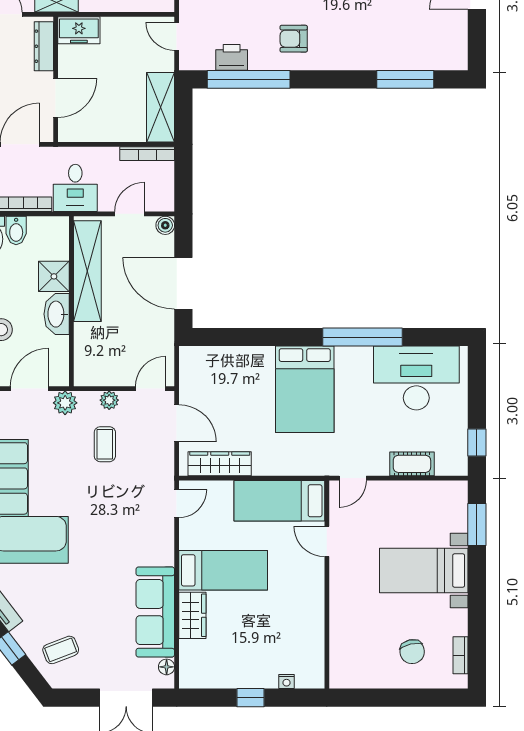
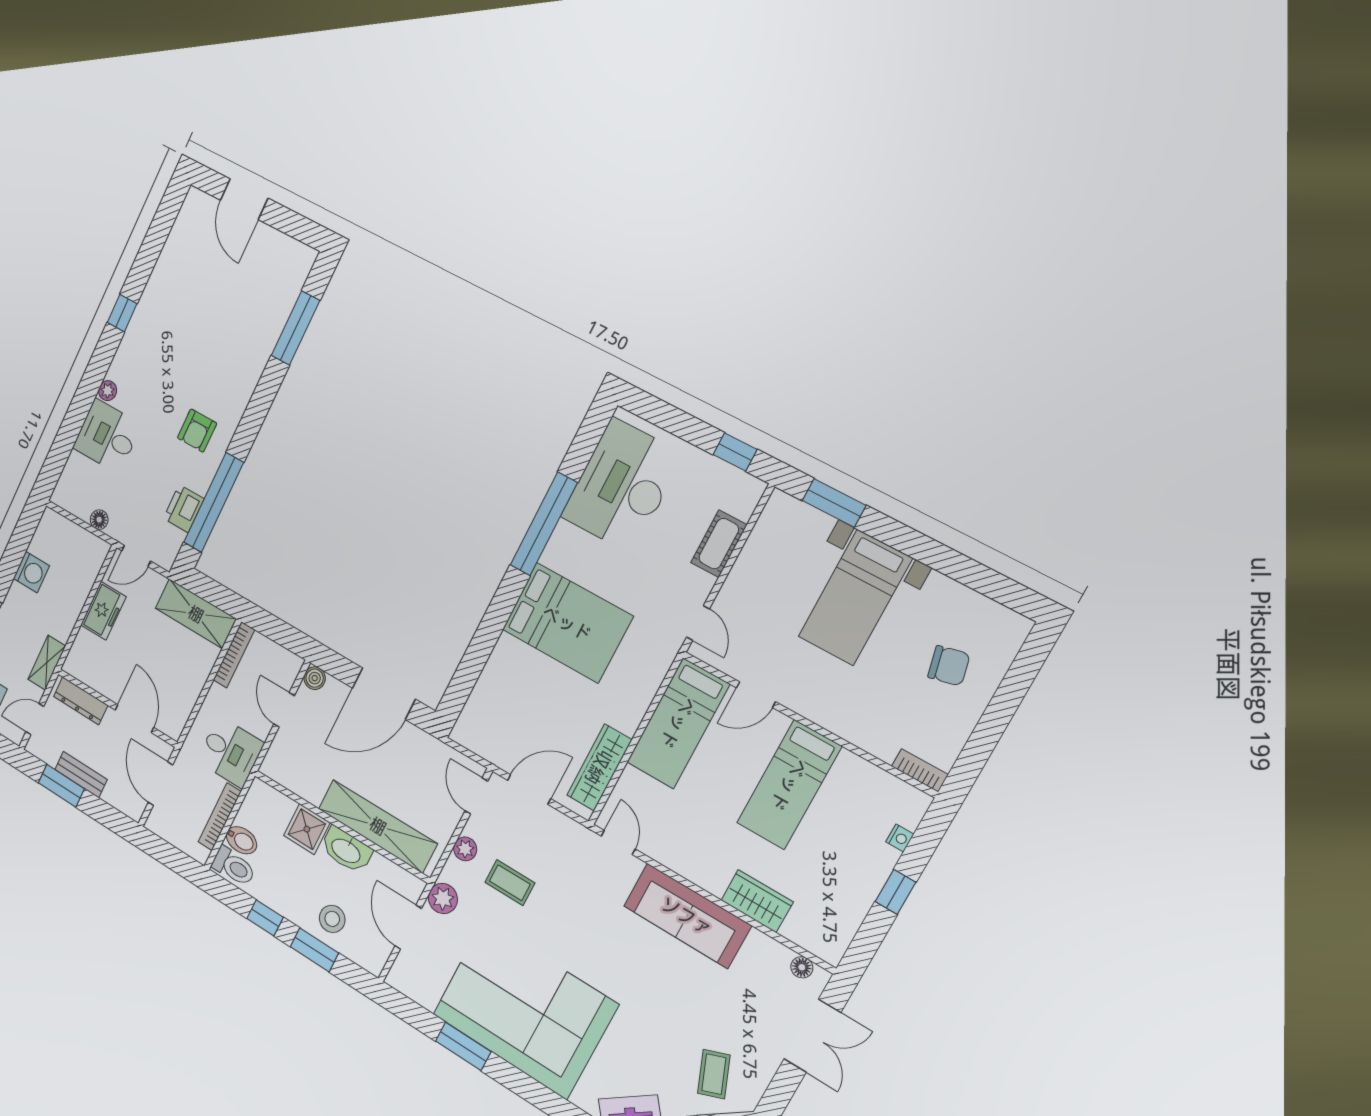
freezer: (79, 30) -> (103, 611), moved
shelving: (87, 271) -> (378, 826), moved
bed: (223, 570) -> (789, 785), moved, turned 180
sofa: (155, 612) -> (687, 916), moved
bookcase: (460, 655) -> (920, 770), moved, turned 180

